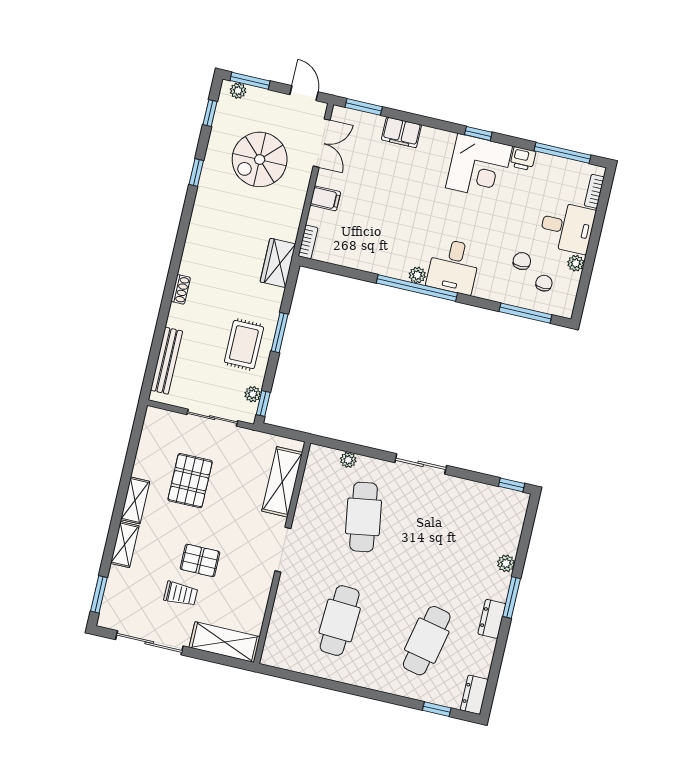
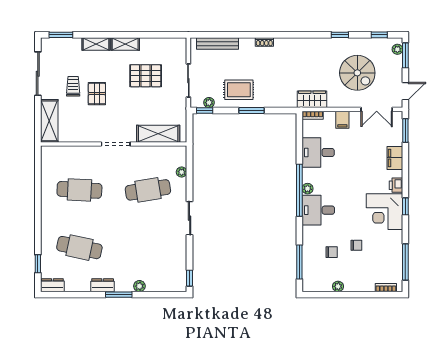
spiral stairs: (260, 159) -> (357, 73), turned 180
printer: (523, 159) -> (396, 185), moved
desk: (567, 227) -> (318, 152), moved, turned 90
wardrobe: (278, 263) -> (312, 99), moved
chair: (544, 283) -> (356, 245), moved
trolley: (181, 594) -> (73, 86), turned 180

